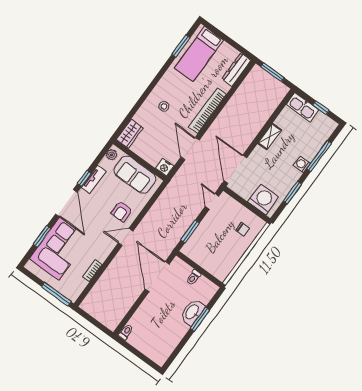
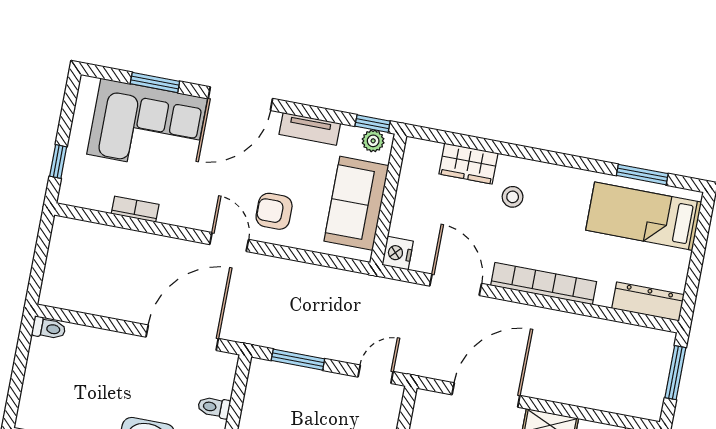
wardrobe: (130, 134) -> (468, 164), moved
door: (190, 149) -> (456, 285), hinge flipped
door: (235, 169) -> (486, 395), moved
window: (84, 178) -> (373, 124), moved
window: (56, 294) -> (58, 161), width x0.46

